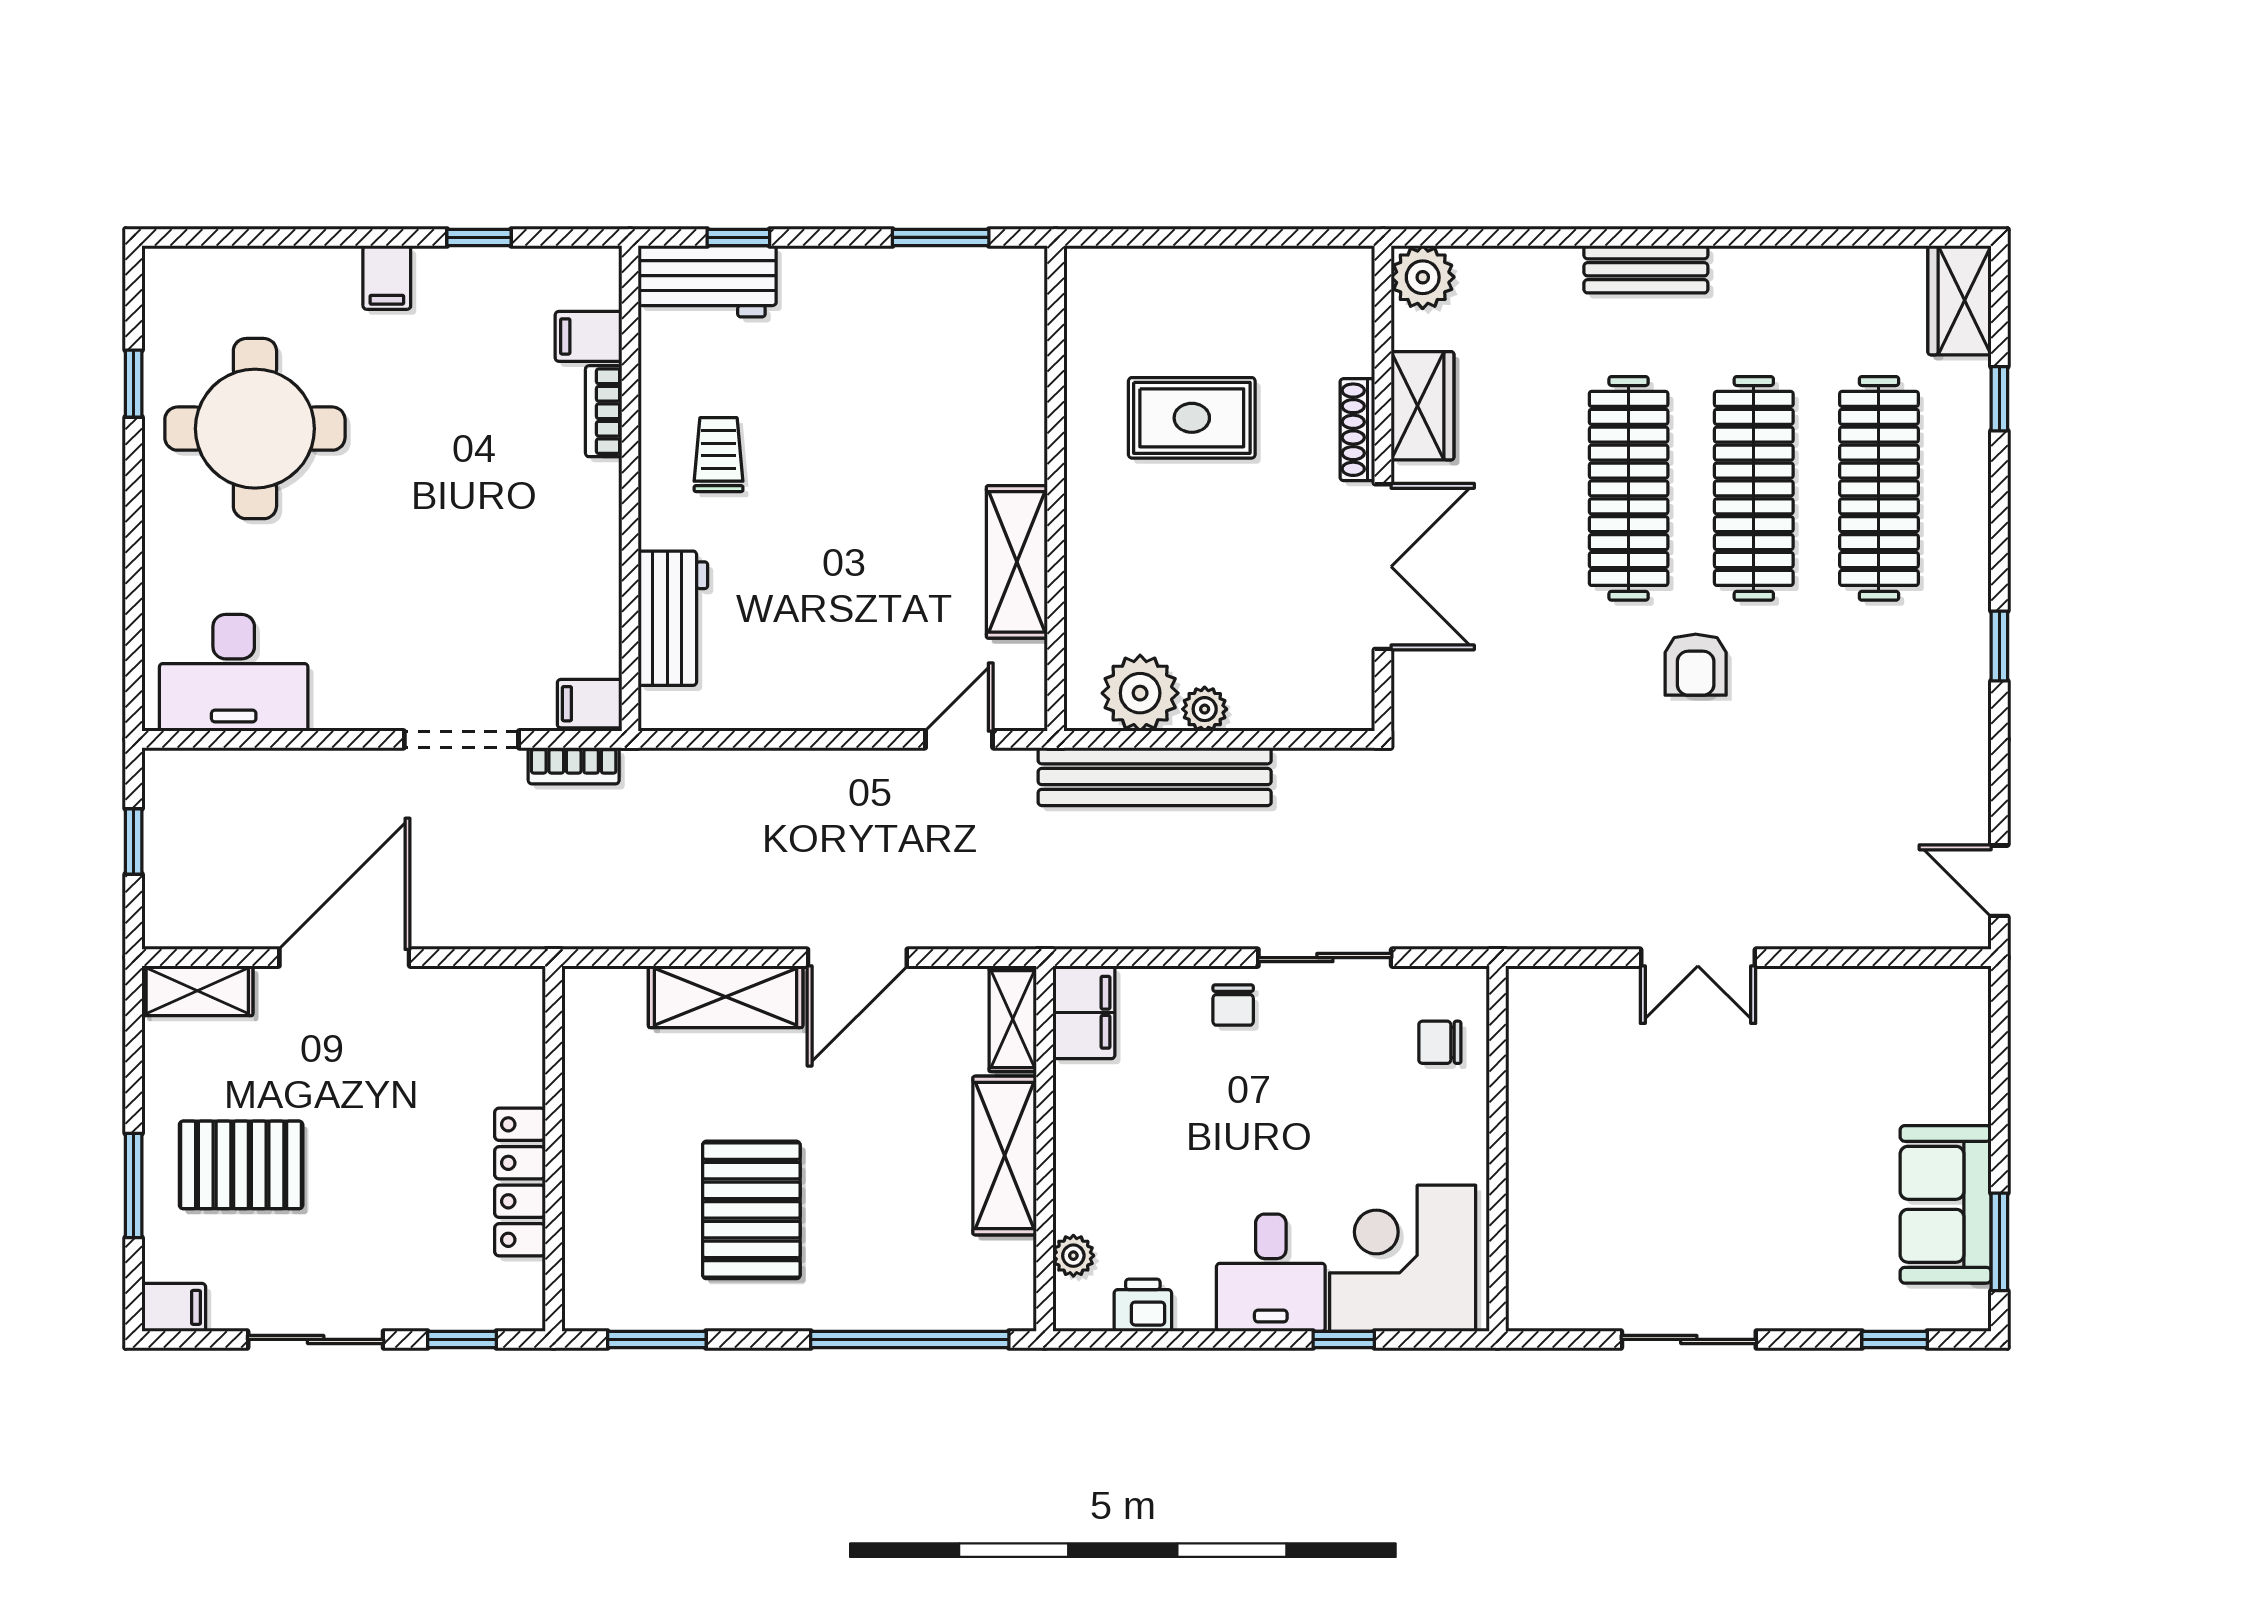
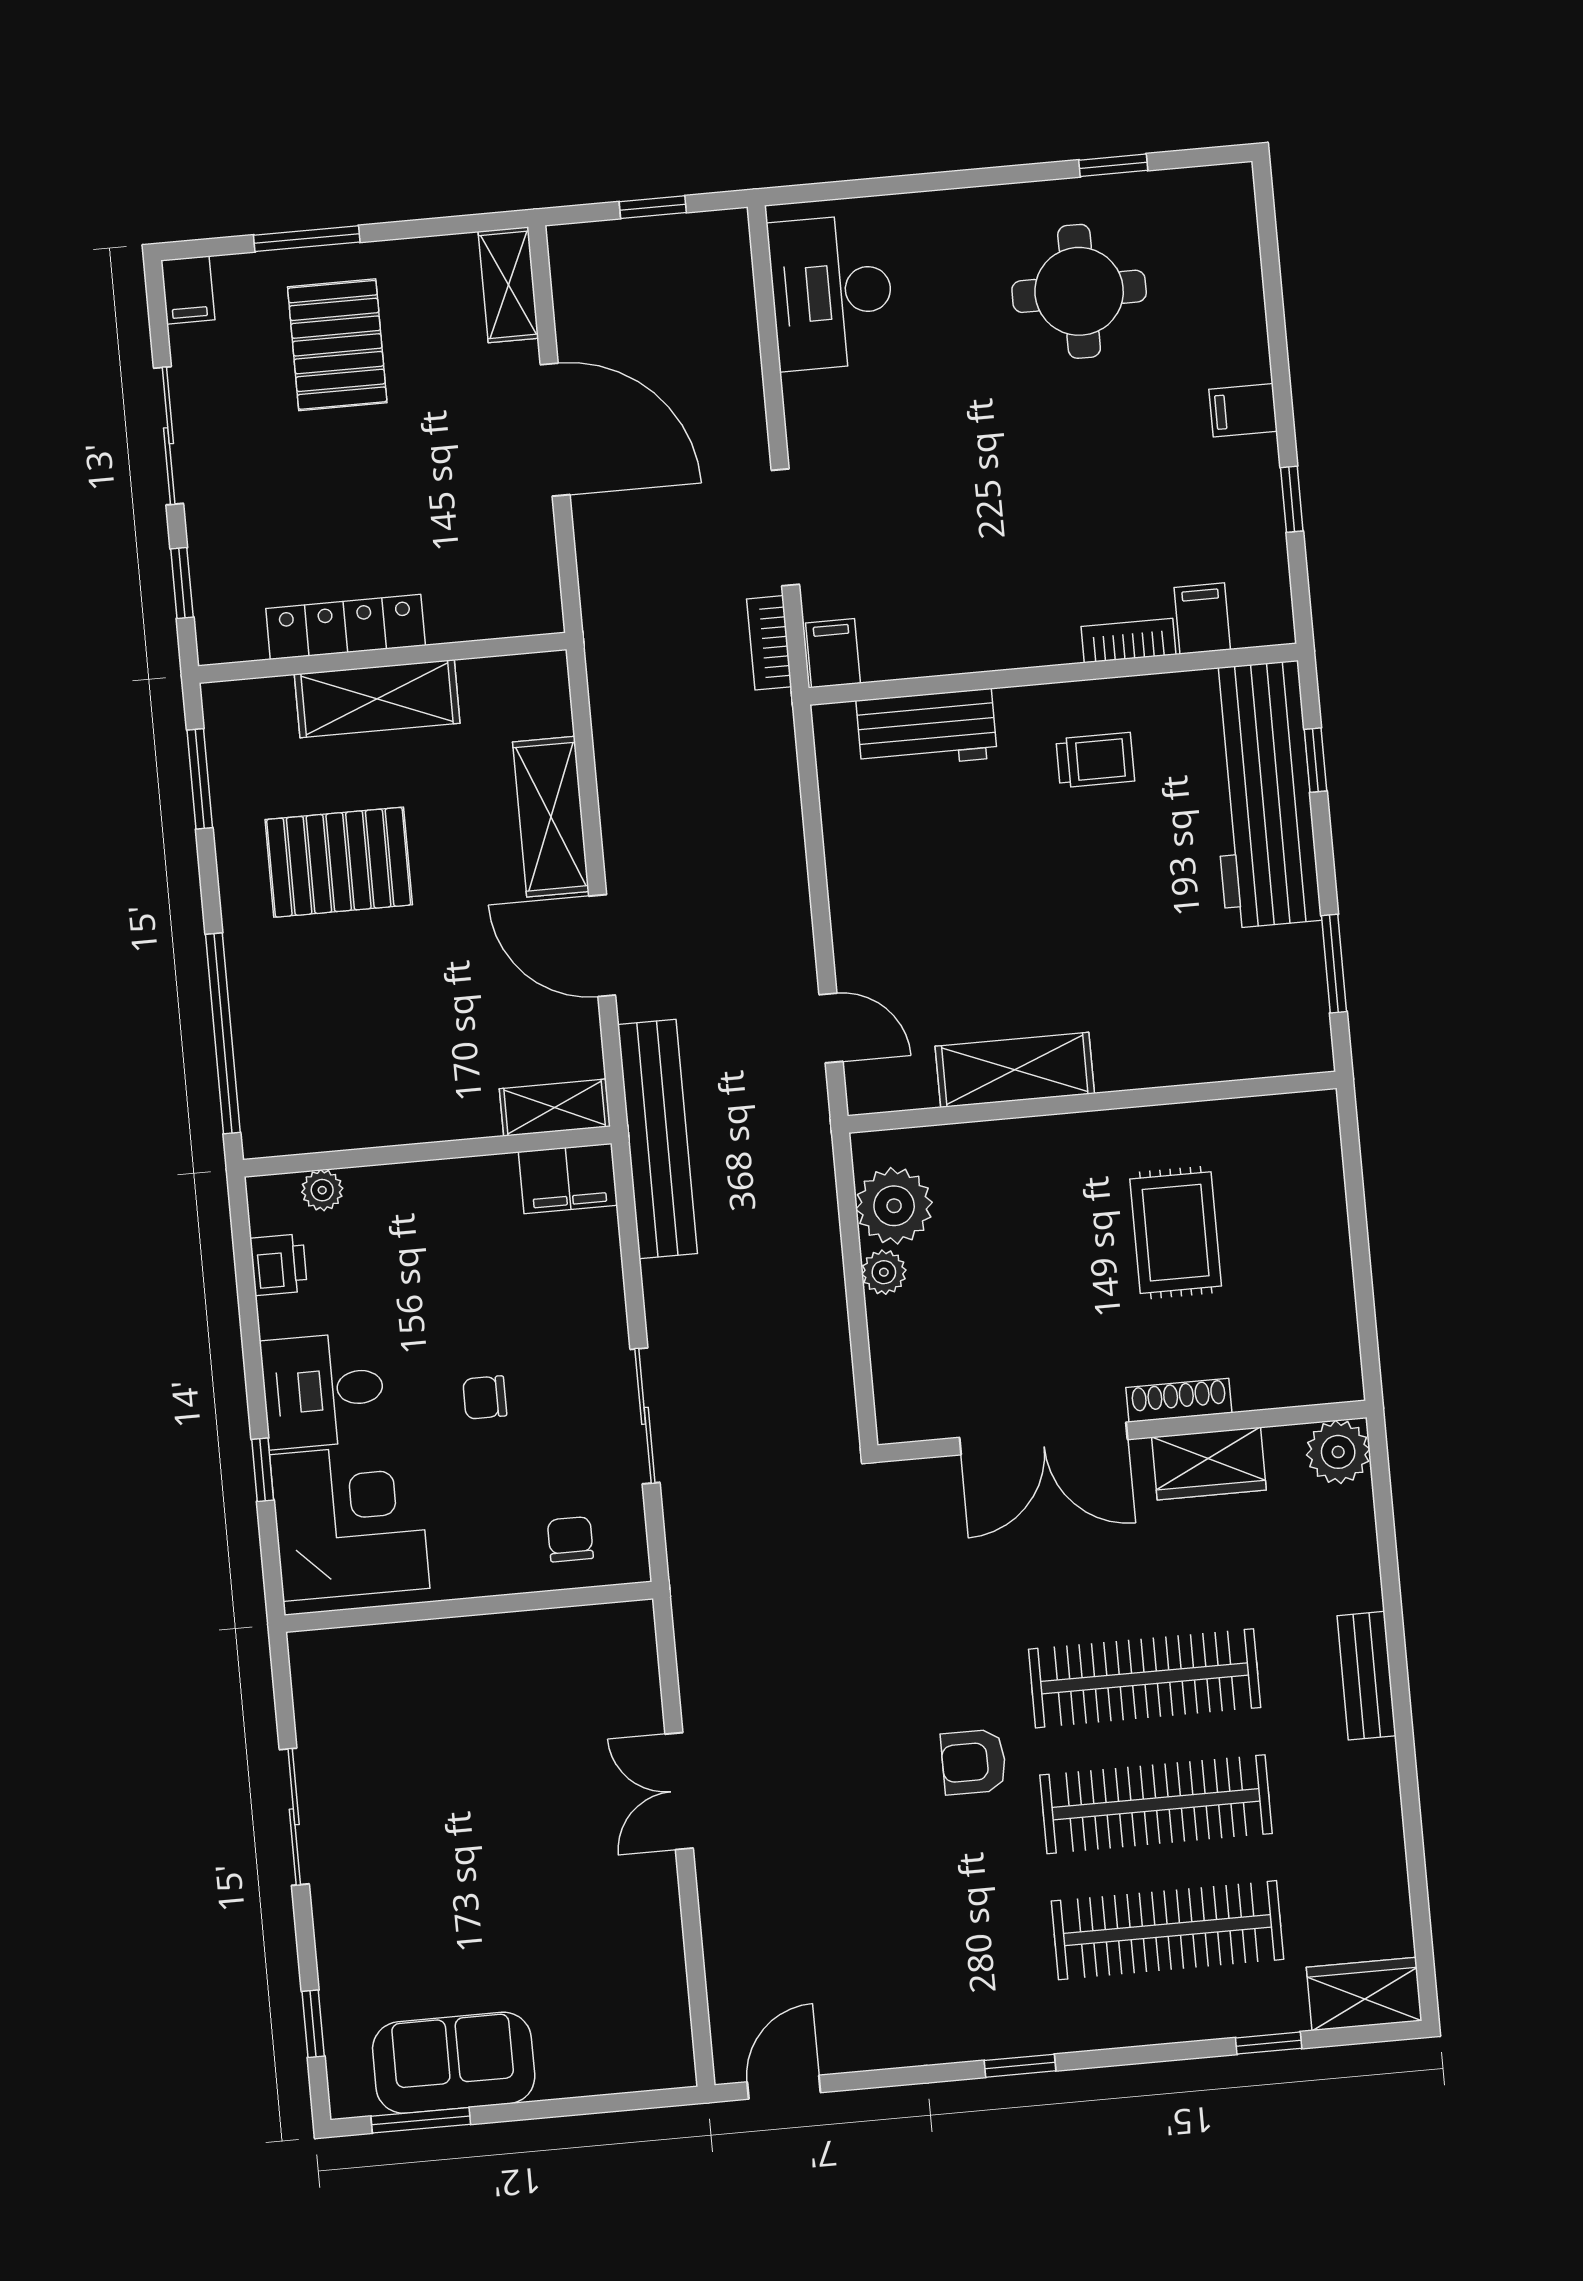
workbench: (707, 281) -> (1263, 795), width x1.88, depth x1.32
round table: (255, 429) -> (1079, 291), width x0.73, depth x0.73
bench: (1155, 777) -> (657, 1139), moved
chair: (1233, 1005) -> (485, 1398), moved
shelving: (1005, 1156) -> (377, 699), moved

